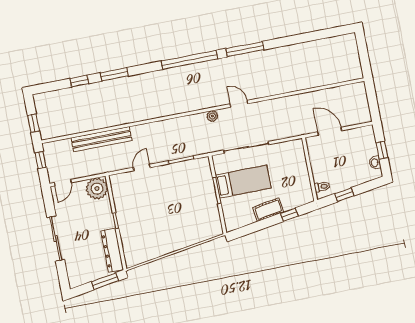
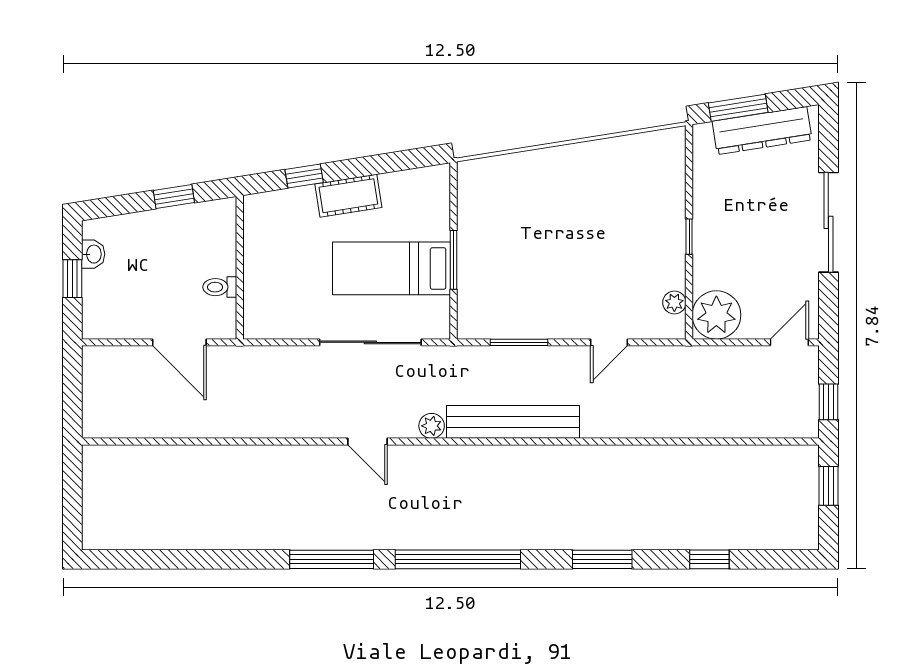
window: (114, 74) -> (602, 559), moved
bench: (101, 139) -> (513, 422), moved
toilet: (322, 187) -> (220, 287), moved
plant: (116, 190) -> (674, 303), added
dresser: (112, 250) -> (762, 131), moved, turned 81

